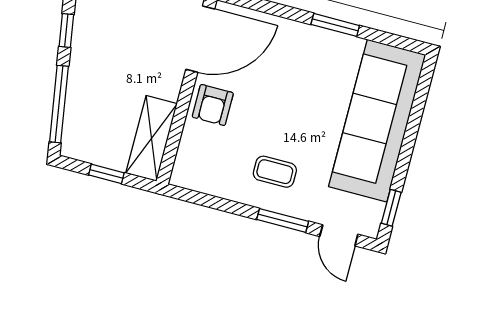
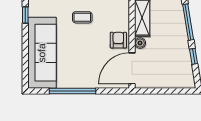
window: (335, 25) -> (72, 91), width x2.11
boiler: (170, 87) -> (140, 43), added

